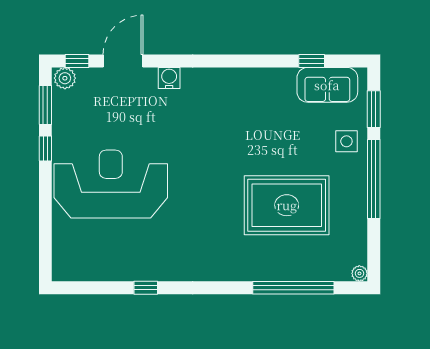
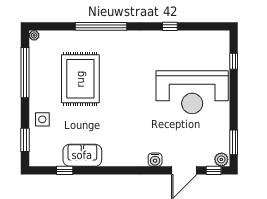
sofa: (327, 85) -> (82, 155), moved
window: (45, 148) -> (234, 61), moved
window: (374, 179) -> (25, 73), moved
rug: (287, 205) -> (80, 79), turned 90
window: (293, 288) -> (101, 26), moved

